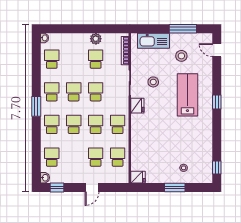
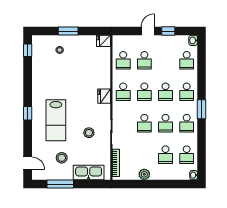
school desk: (96, 59) -> (166, 155), moved
fridge: (137, 106) -> (104, 96), moved
window: (57, 187) -> (168, 31), moved

